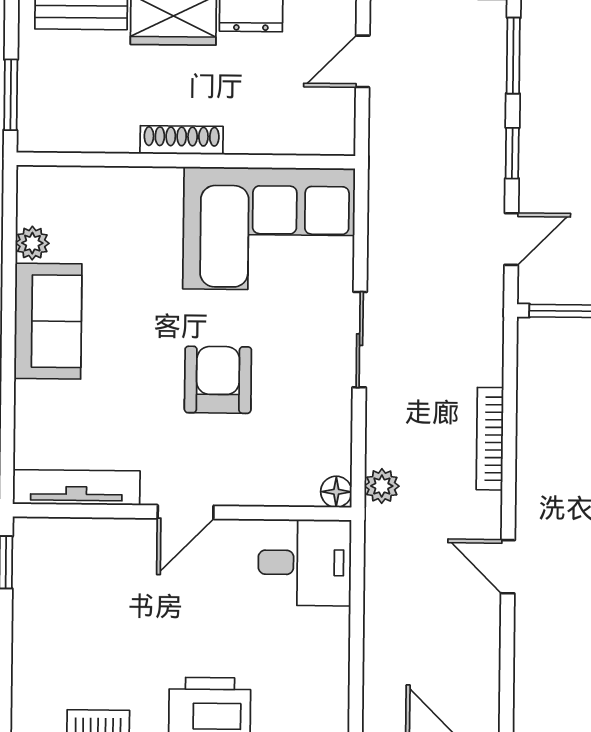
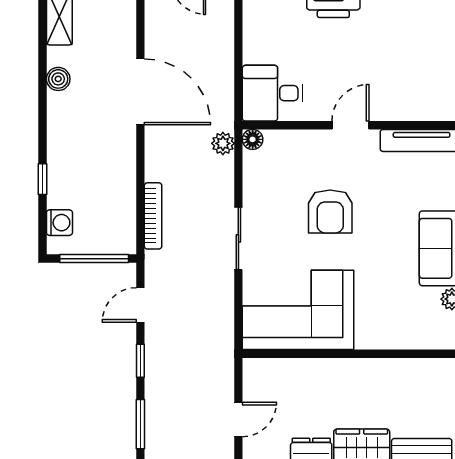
shoe rack: (182, 140) -> (355, 367), removed
bookcase: (490, 439) -> (153, 216), moved
door: (508, 567) -> (140, 92), width x1.88

